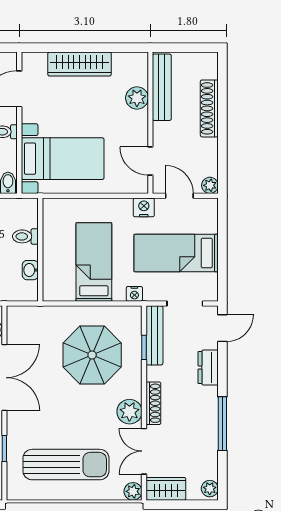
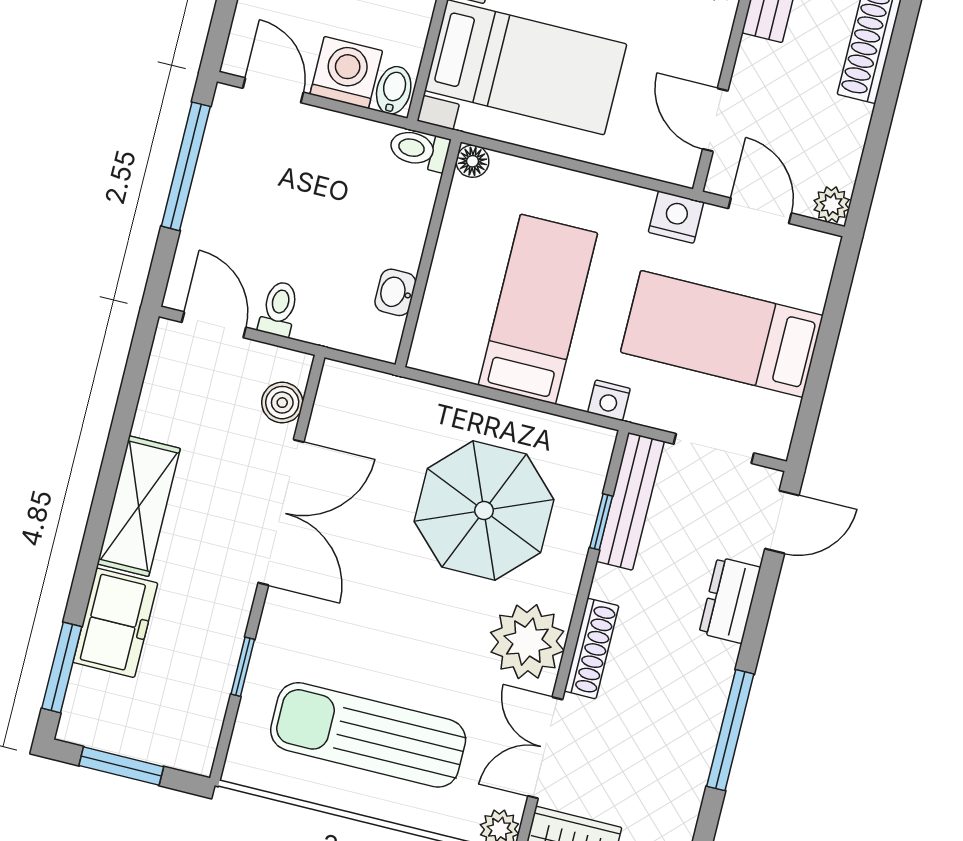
floor lamp: (50, 205) -> (473, 161), added
toilet: (25, 236) -> (419, 150), moved
plant: (129, 412) -> (527, 642), width x1.36, depth x1.36
sun lounger: (66, 465) -> (368, 735), turned 180

